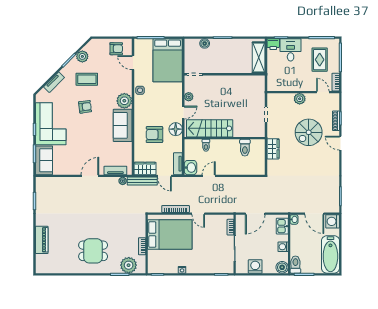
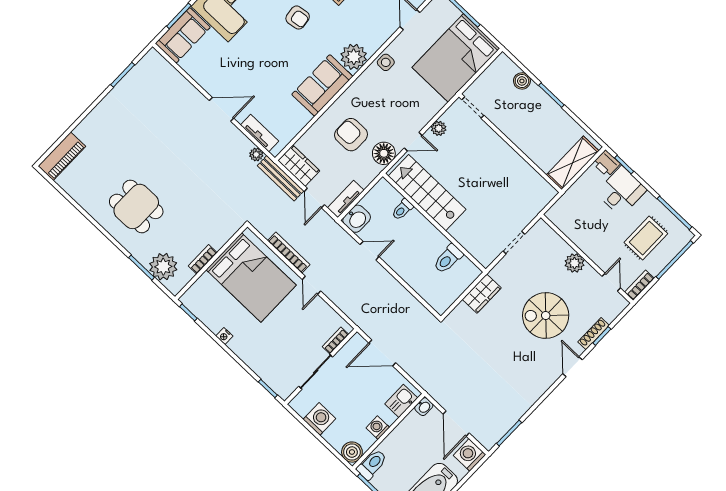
piano: (42, 240) -> (62, 156), moved

